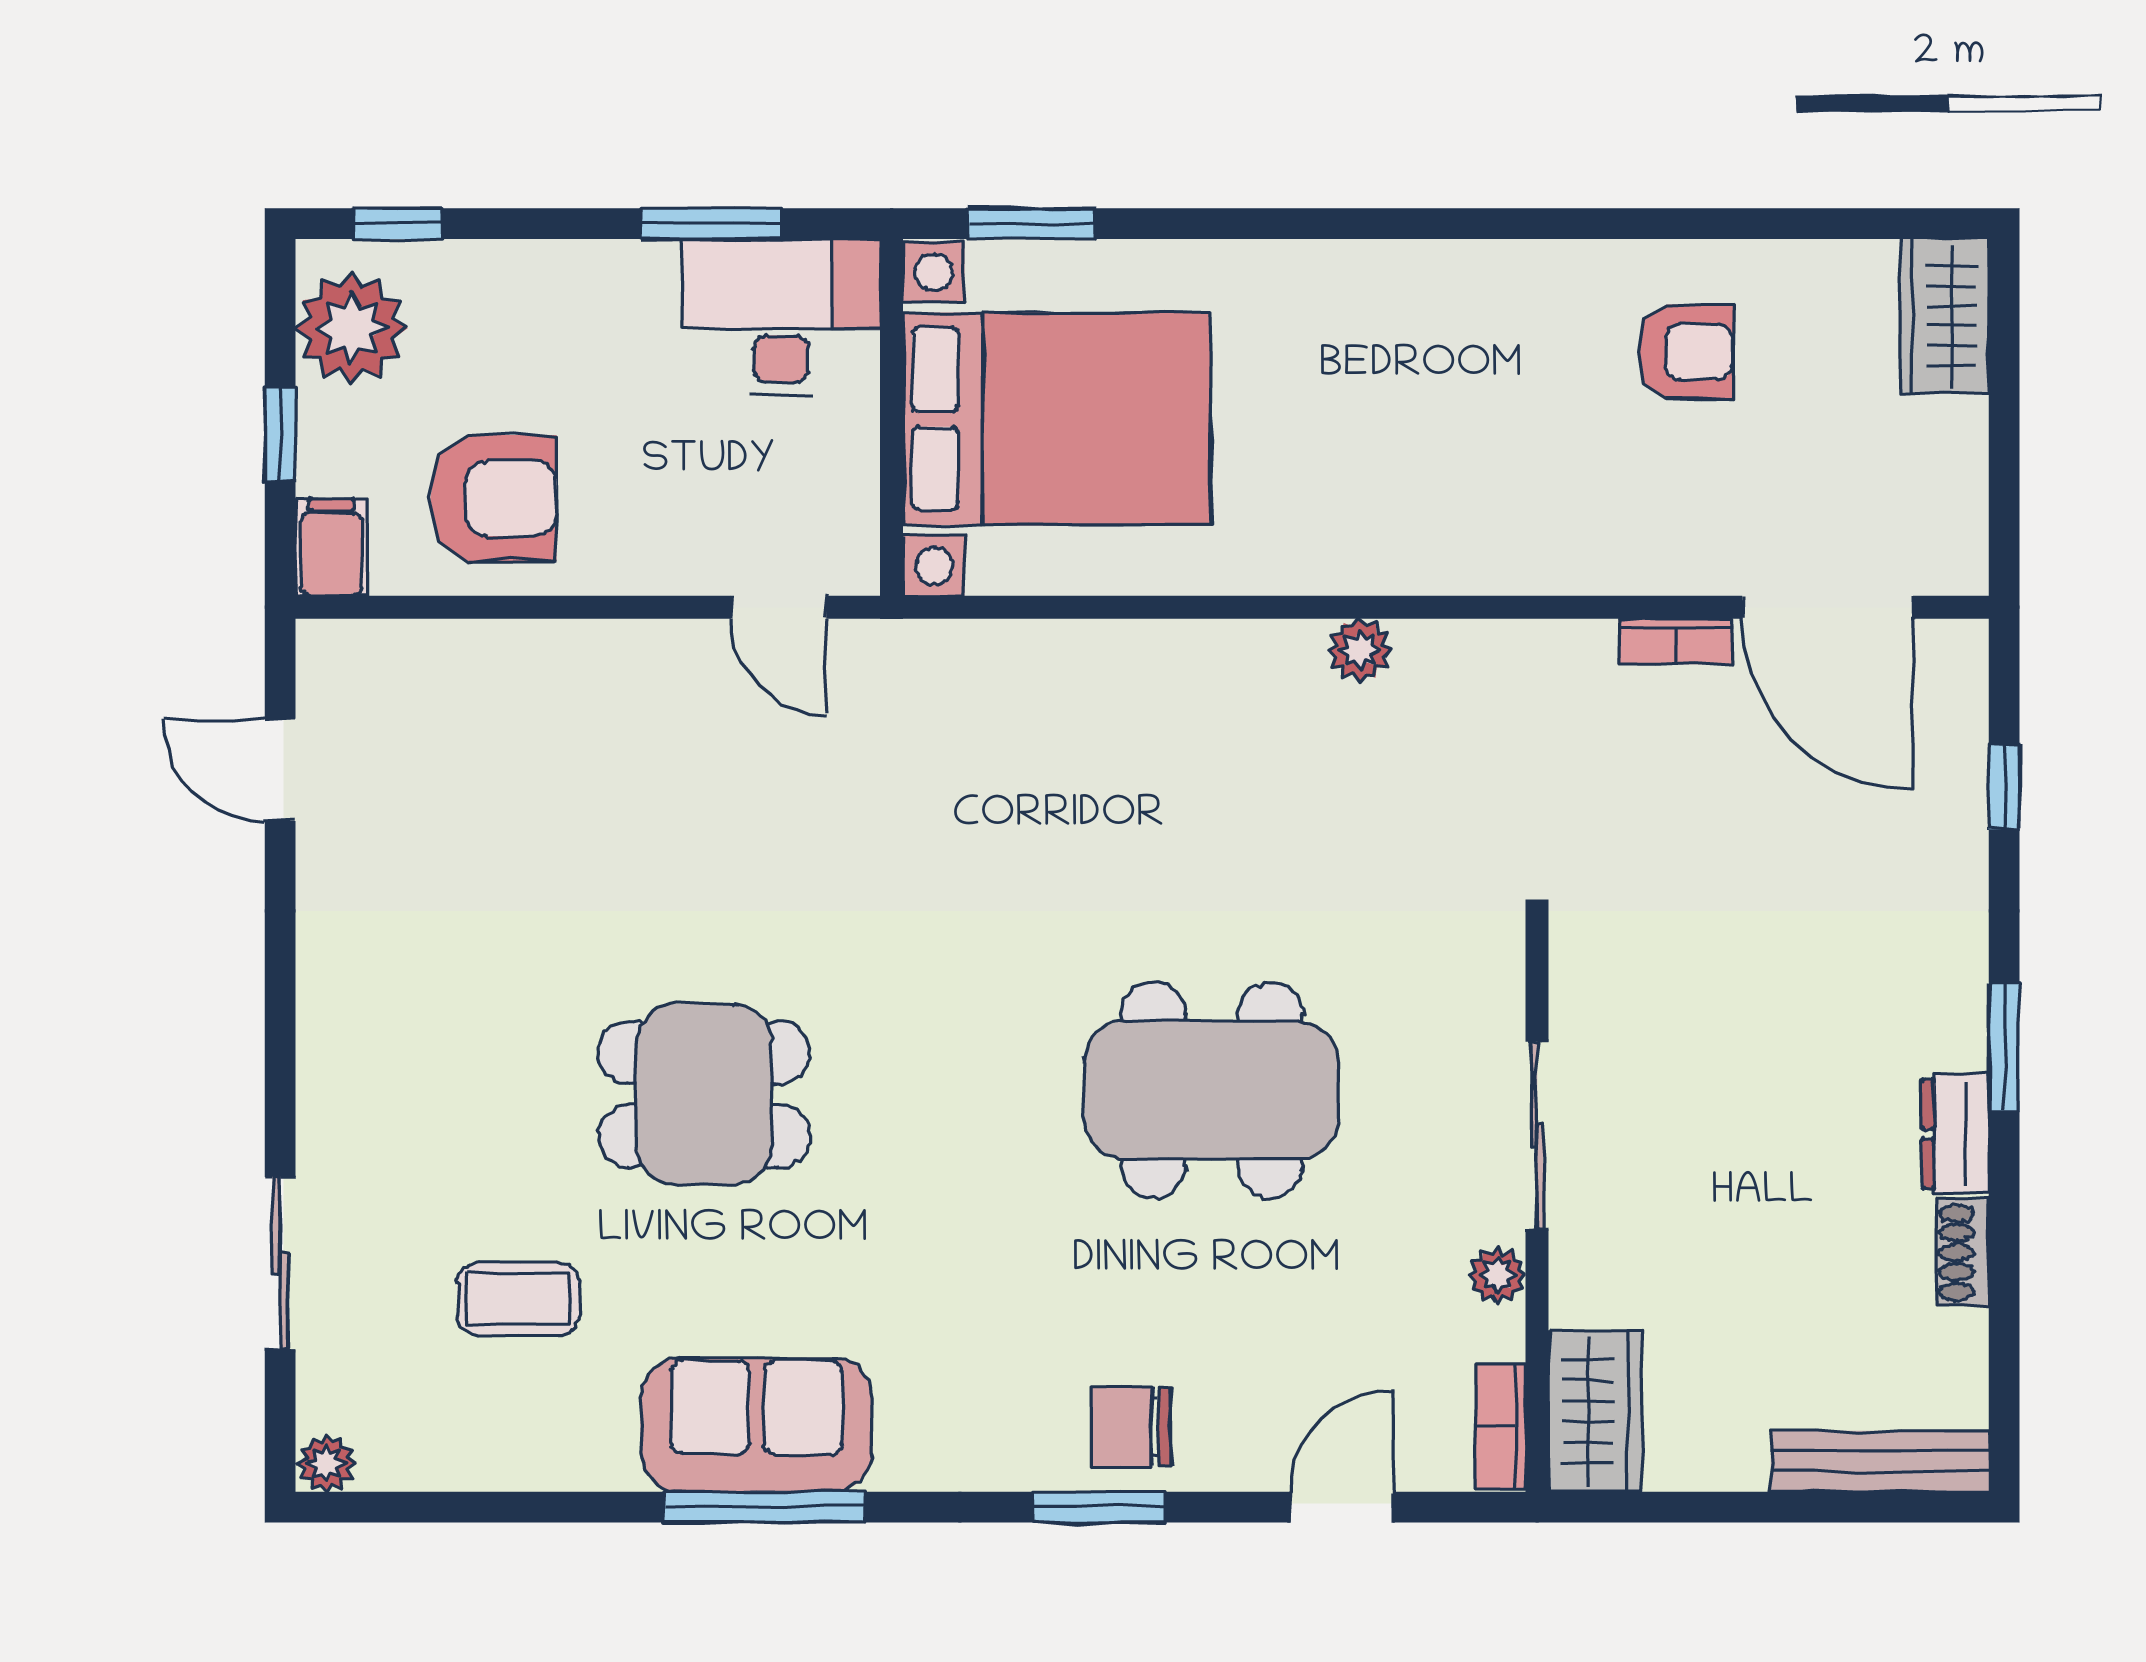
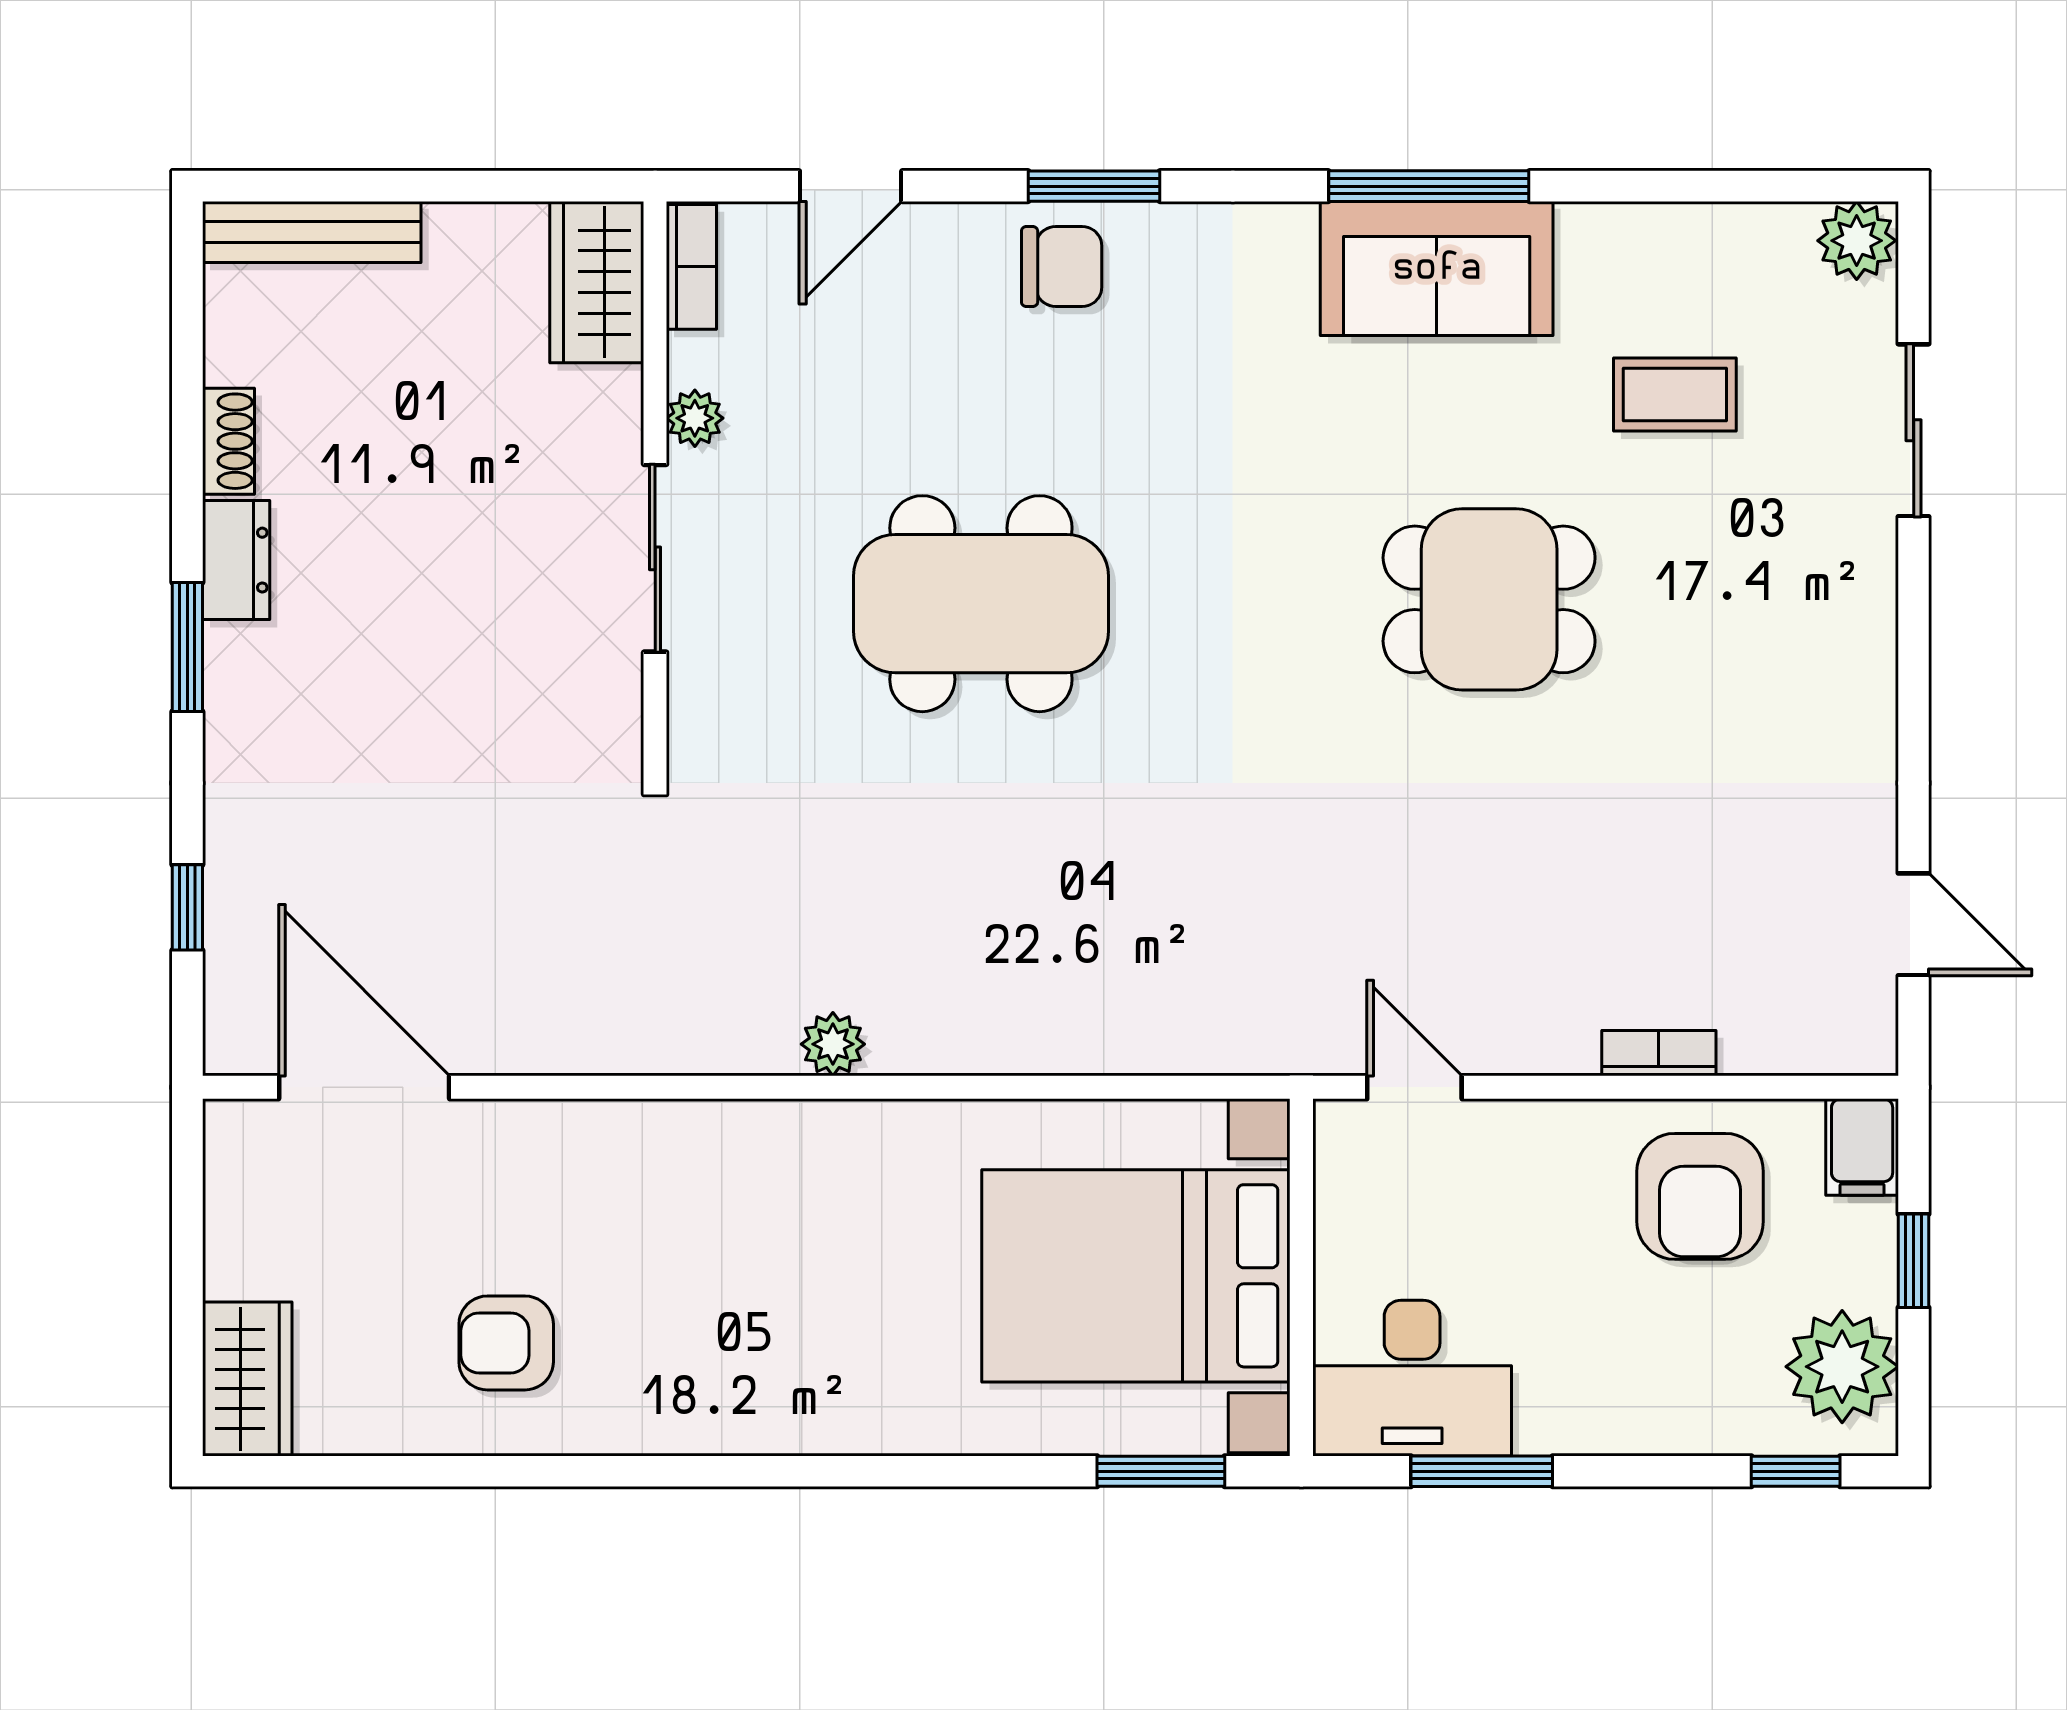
armchair: (493, 498) -> (1700, 1196), turned -90
bookcase: (1676, 641) -> (1659, 1053), moved
plant: (326, 1464) -> (1857, 241), width x1.38, depth x1.38

